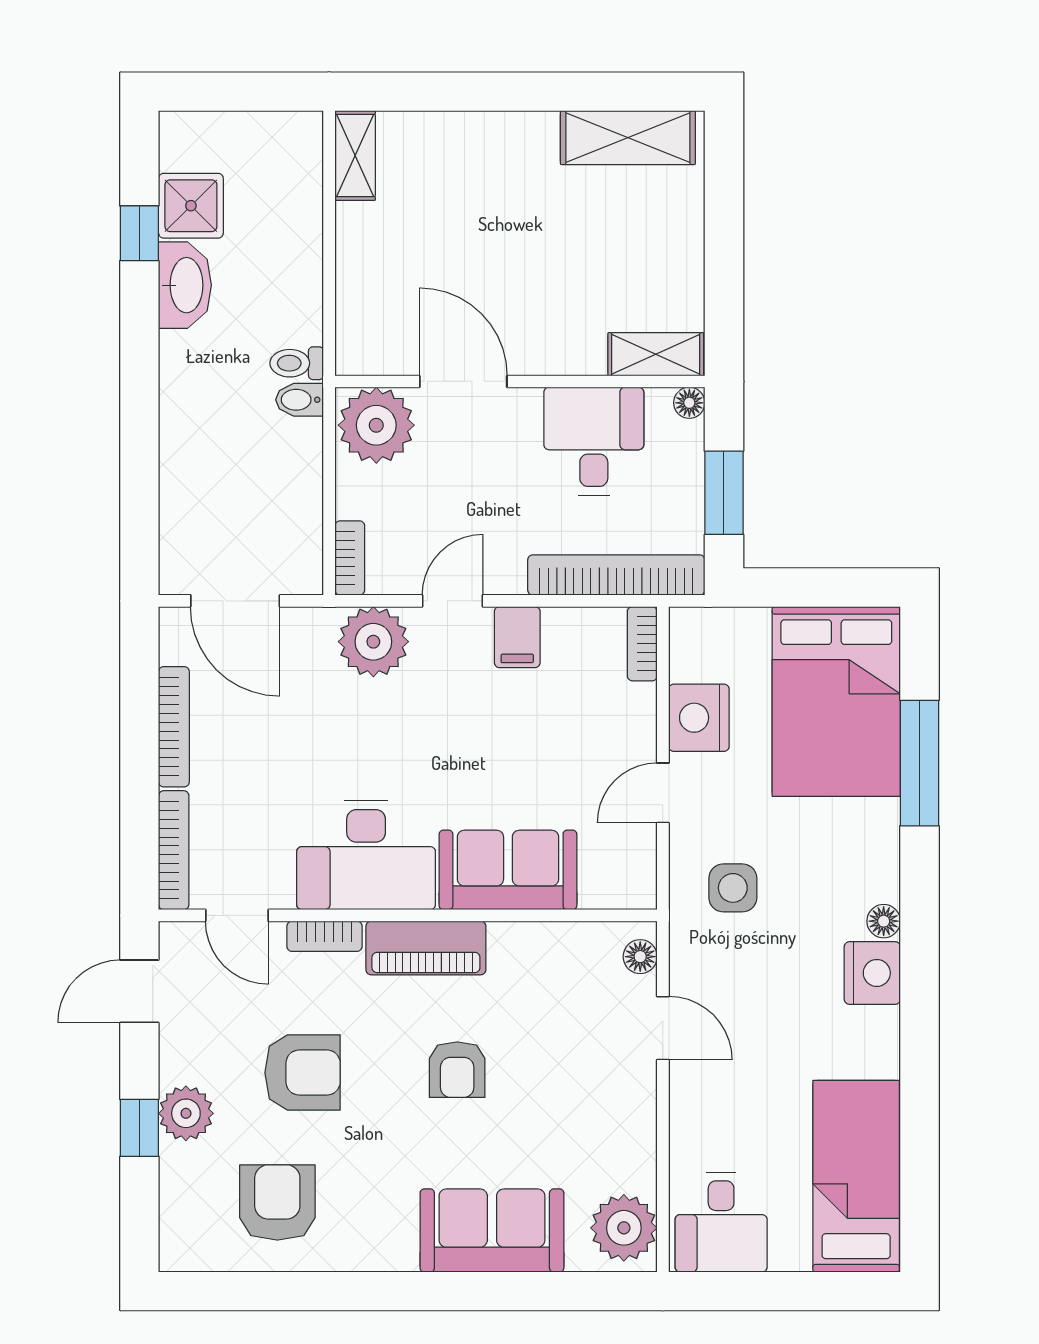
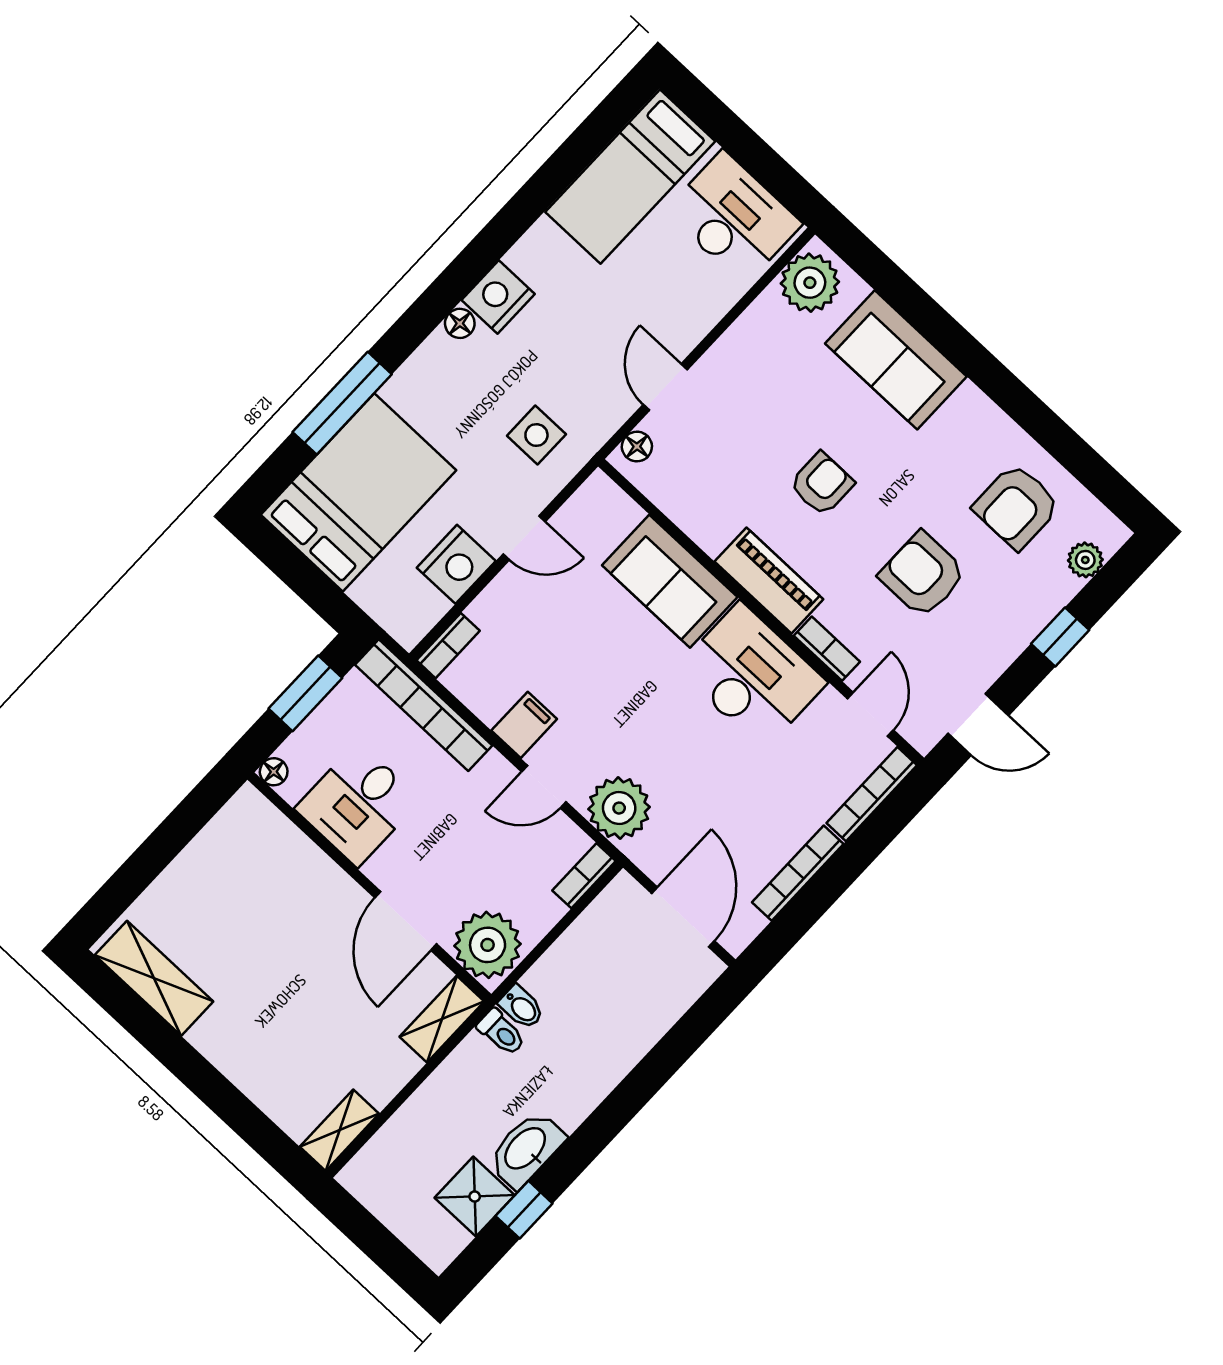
shelving: (656, 354) -> (442, 1019), moved, turned 90
plant: (186, 1113) -> (1085, 560), moved, width x0.73, depth x0.73
desk: (721, 1222) -> (733, 218), width x1.37

